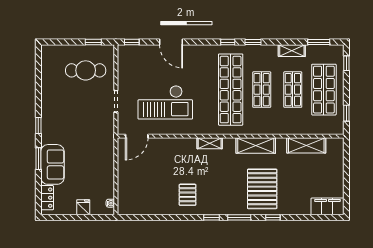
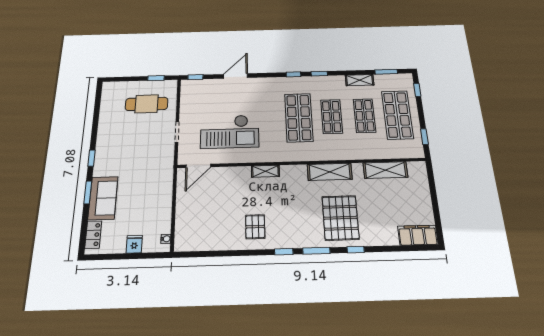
door: (171, 42) -> (236, 76), swing flipped
shop shelf: (231, 90) -> (299, 117), width x0.71
shelving: (210, 143) -> (265, 171), moved

